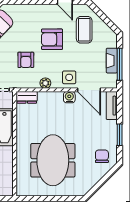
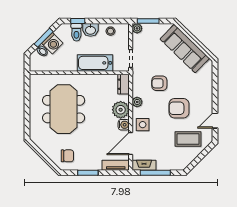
armchair: (52, 39) -> (179, 108), turned -90
fireplace: (112, 61) -> (144, 165), moved
plant: (54, 100) -> (121, 110), added
meeting table: (53, 160) -> (64, 109), turned 90

